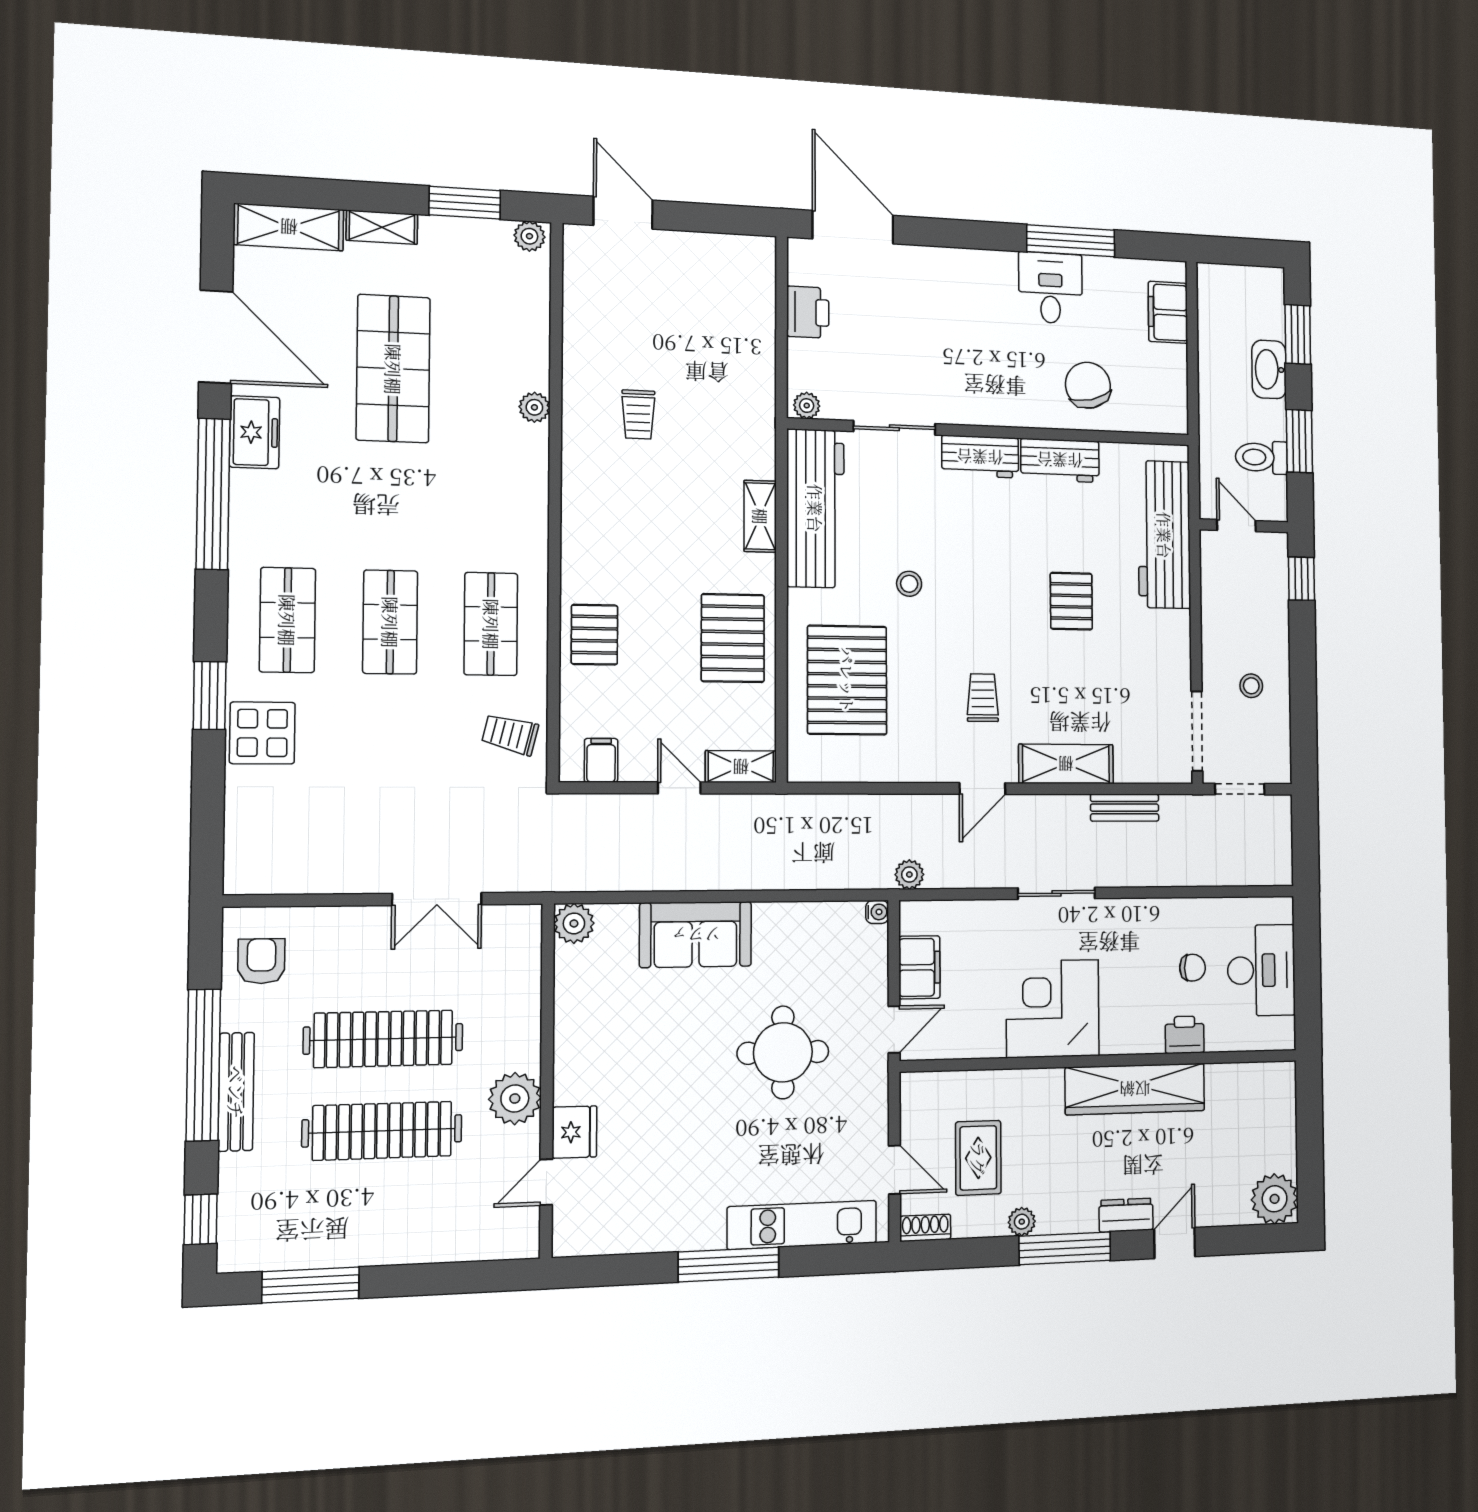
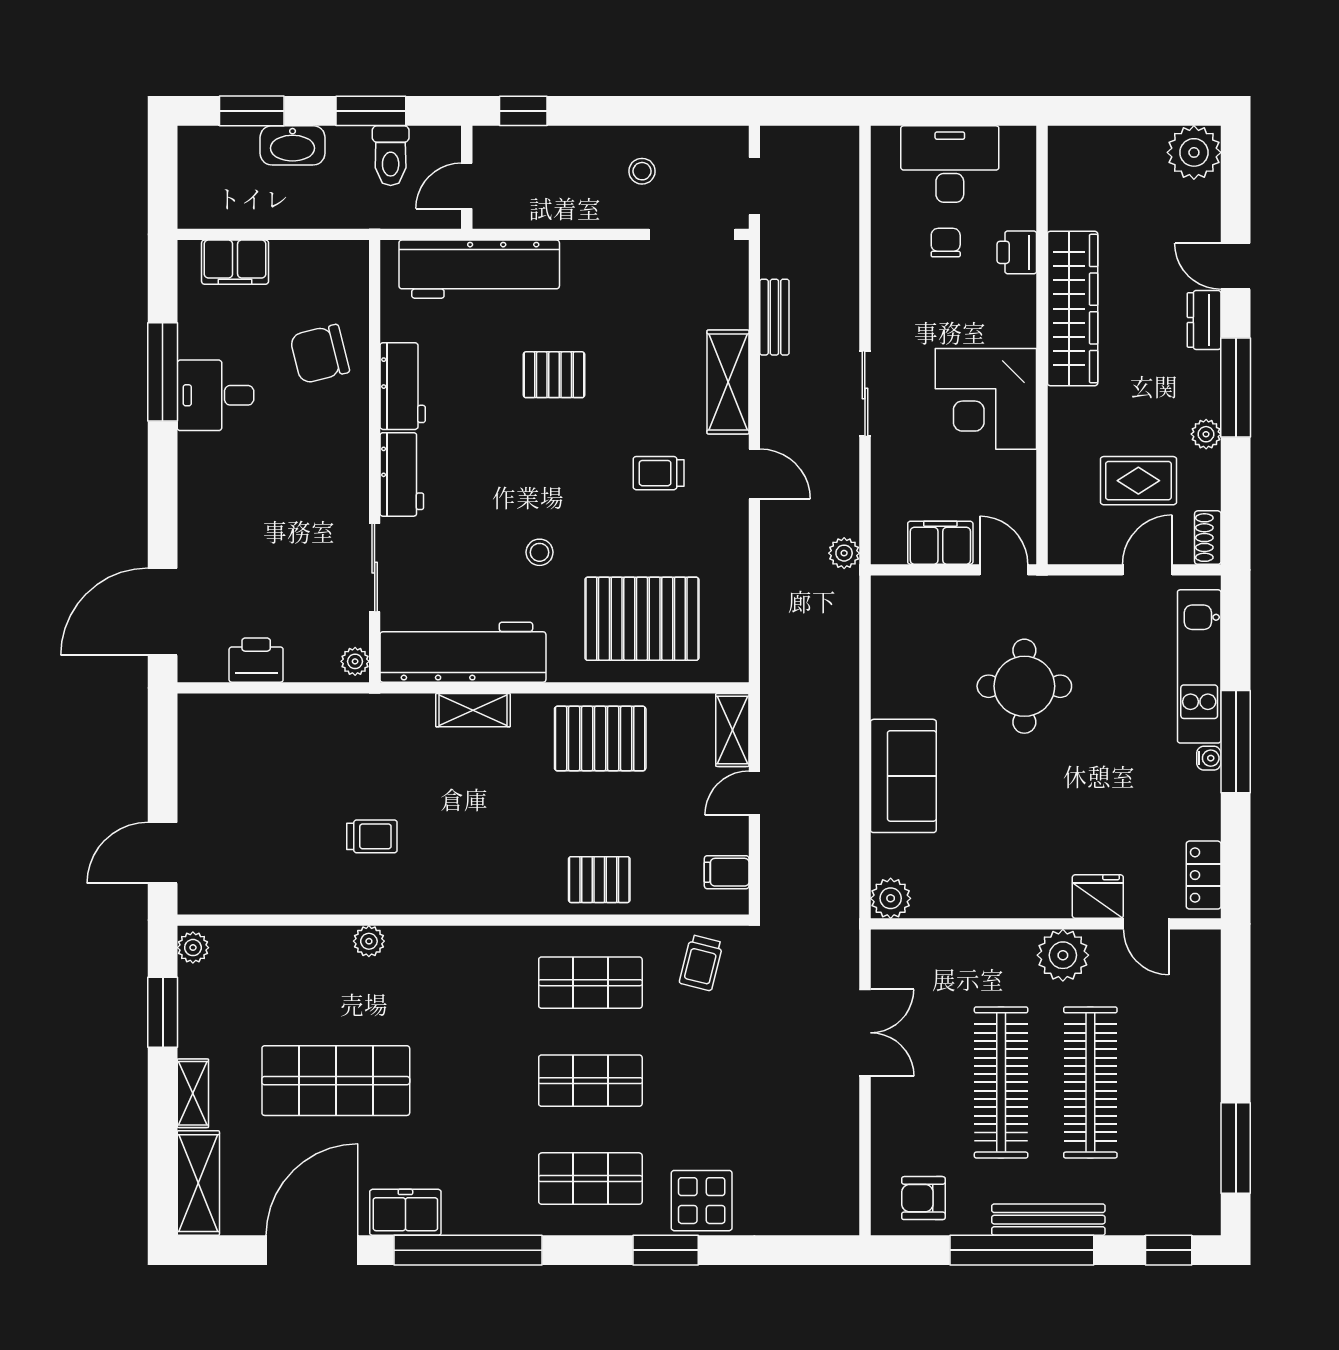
water cooler: (877, 912) -> (1209, 758), moved, turned 90
locker: (596, 1239) -> (1204, 875), added

